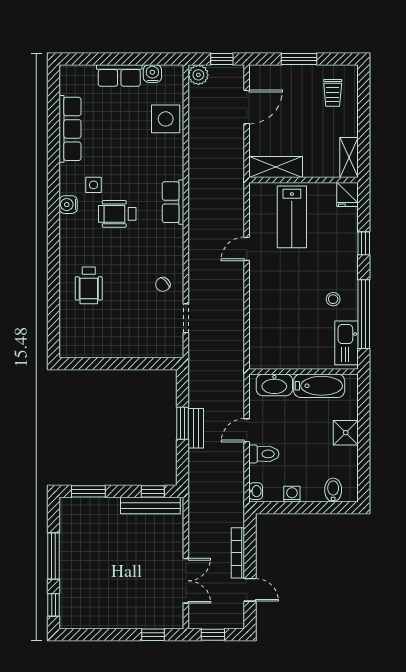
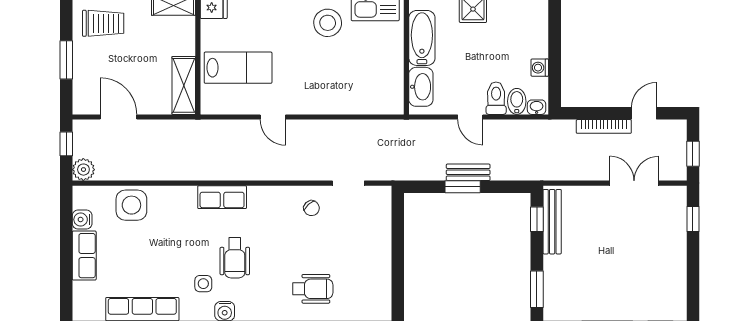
trolley: (333, 93) -> (103, 23), width x1.36, depth x1.39
stool: (333, 299) -> (328, 23), width x1.89, depth x1.89
bidet: (333, 490) -> (517, 101), moved, turned 90

